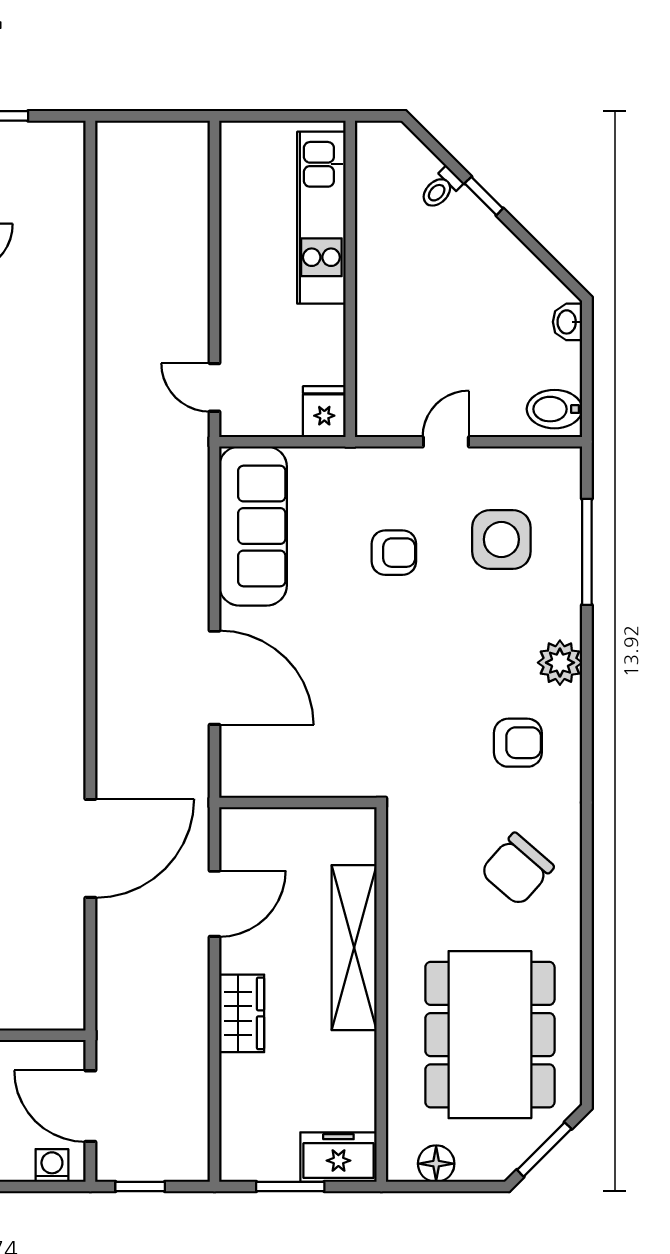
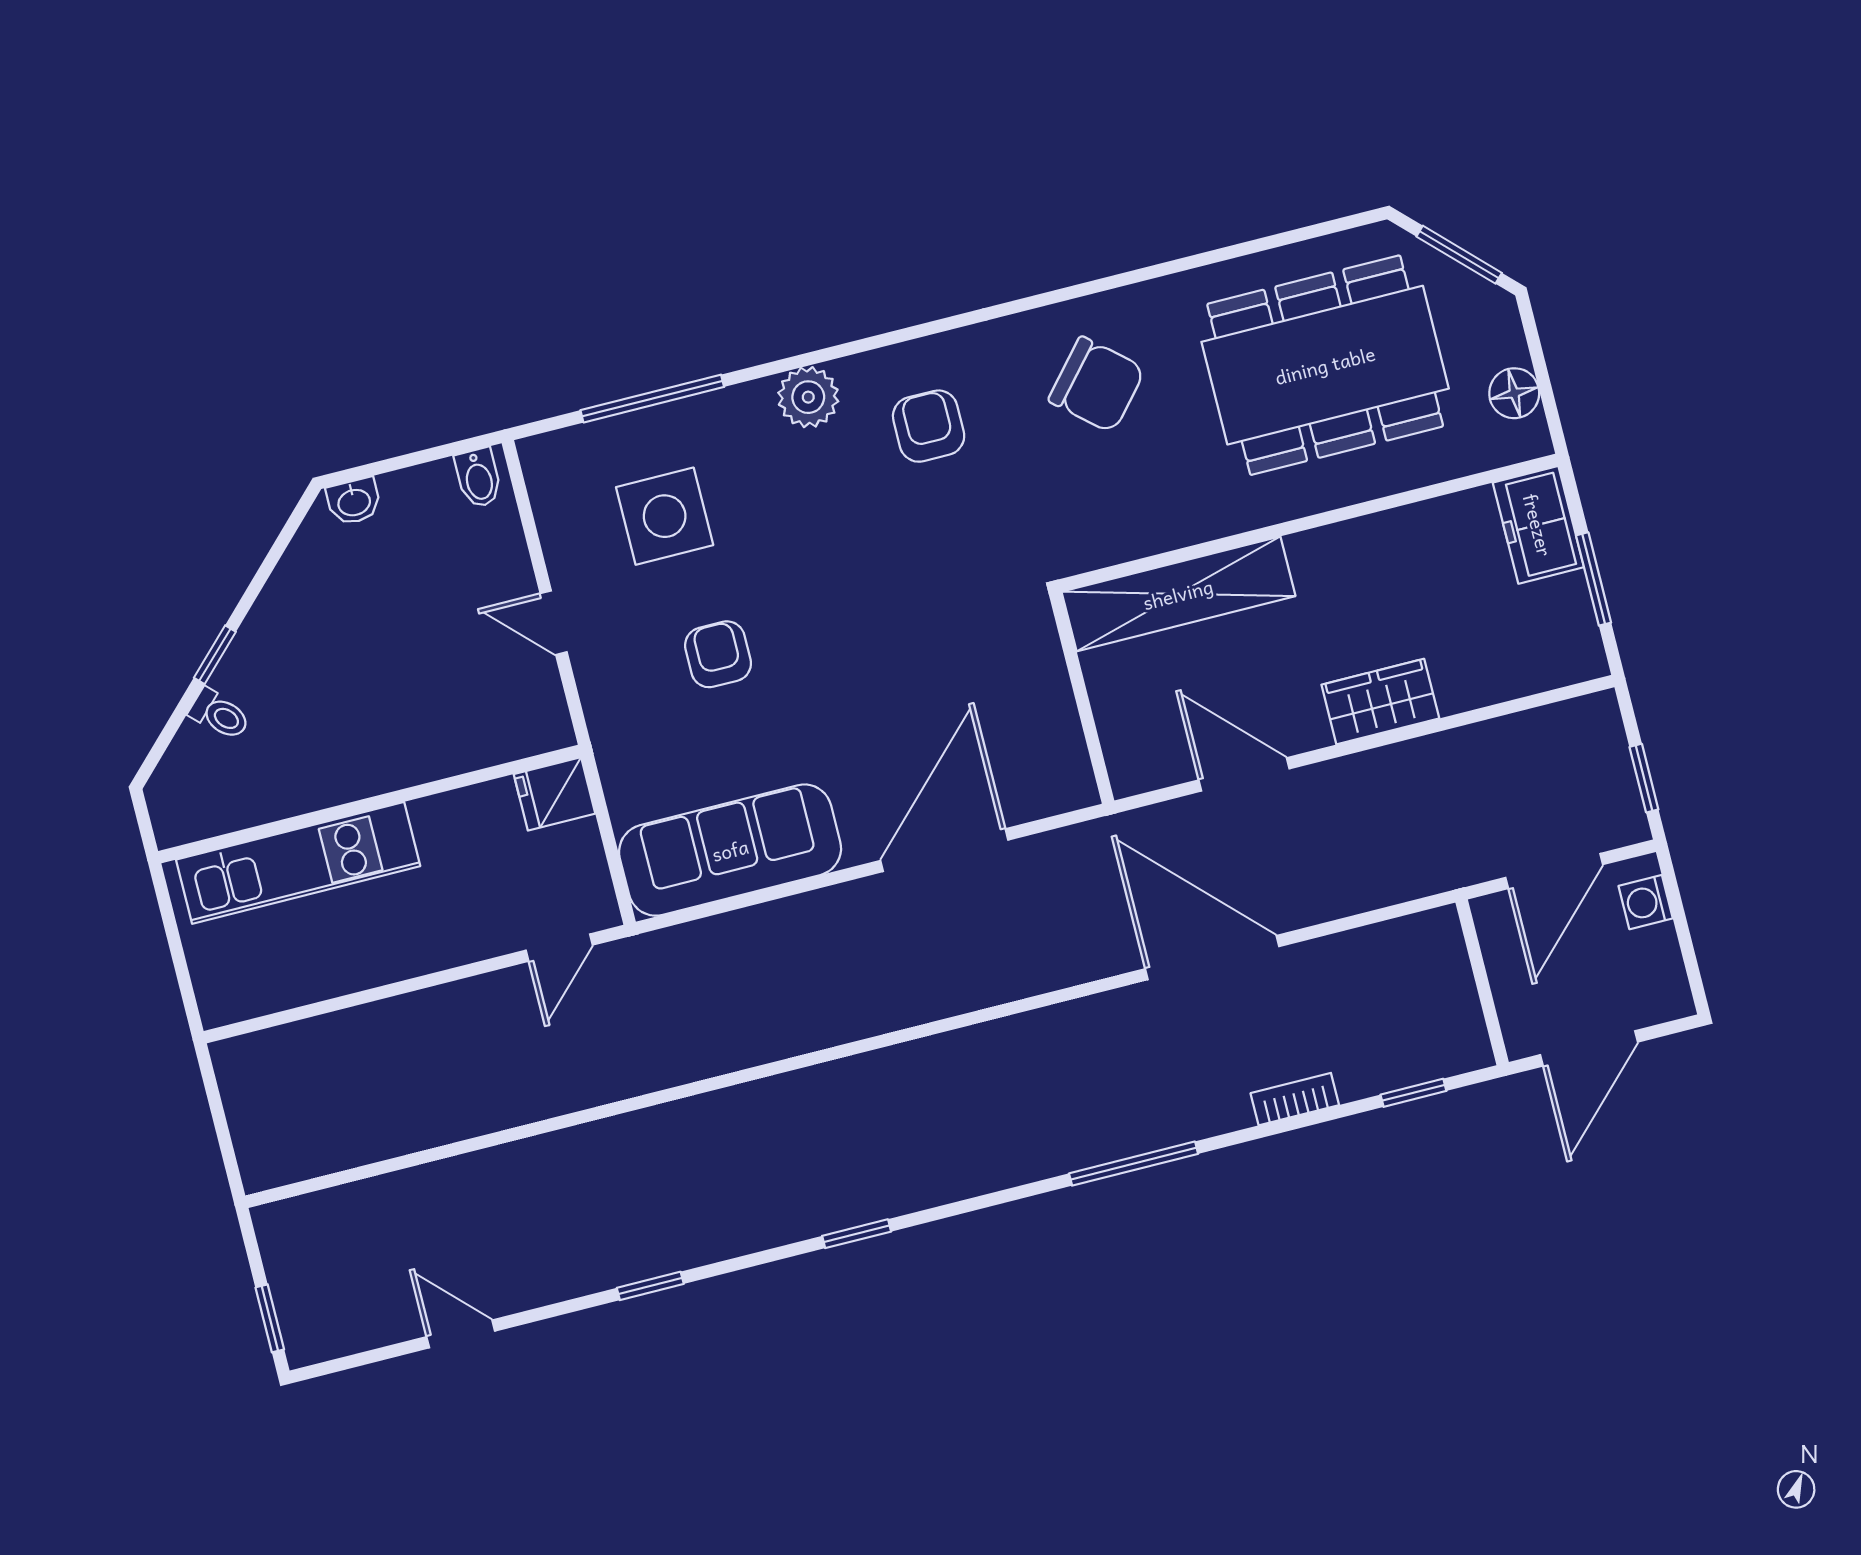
bidet: (554, 409) -> (478, 478), width x0.72, depth x0.74
shelving: (354, 948) -> (1178, 594), moved

